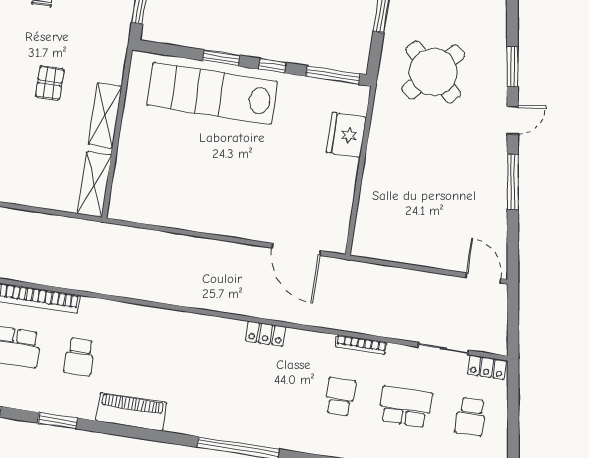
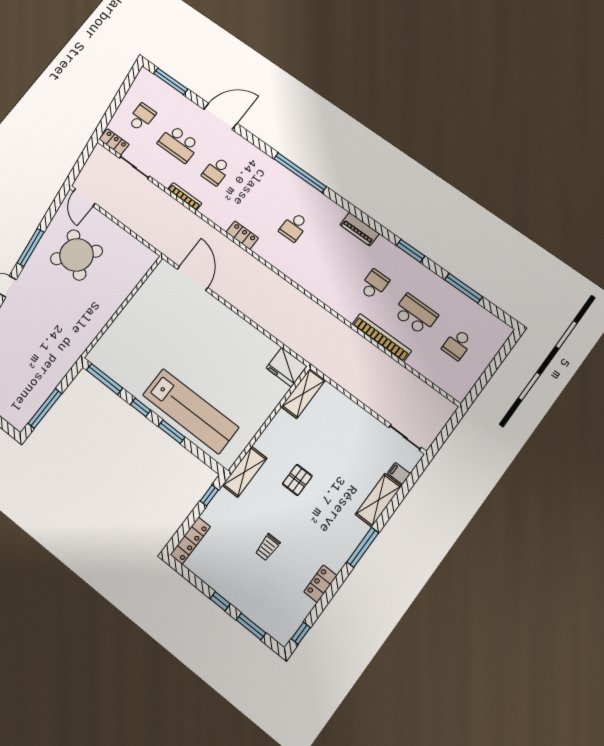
round table: (433, 72) -> (76, 255), moved
shelving: (105, 115) -> (245, 472), moved
fridge: (346, 135) -> (286, 367), moved, turned 90
school desk: (210, 377) -> (294, 227), added
piano: (131, 412) -> (360, 229), width x0.73, depth x0.75

